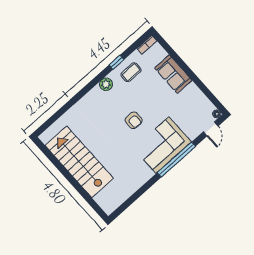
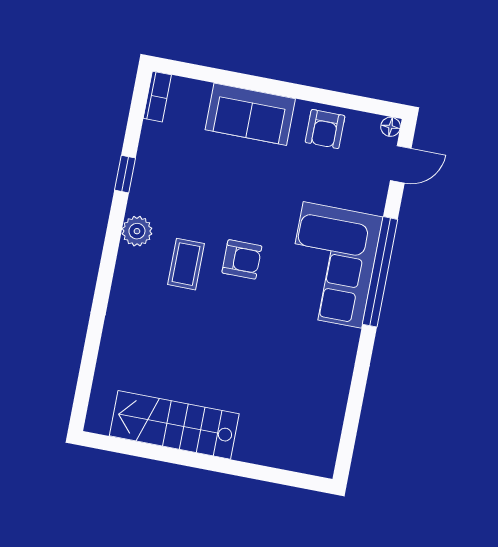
coffee table: (131, 72) -> (186, 264), moved
armchair: (194, 98) -> (325, 129), added
door: (211, 129) -> (401, 164), hinge flipped
stairs: (79, 162) -> (174, 425), width x0.73, depth x0.66

